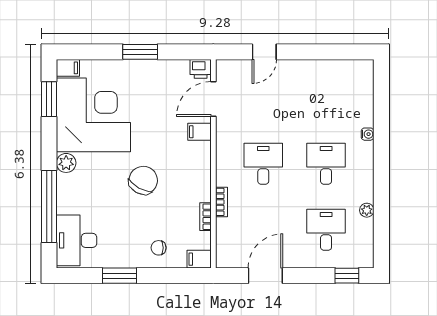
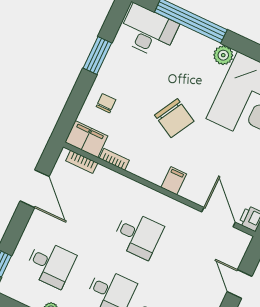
filing cabinet: (199, 132) -> (174, 181), moved
bookcase: (221, 202) -> (82, 162), moved
filing cabinet: (199, 259) -> (86, 139), width x2.00

